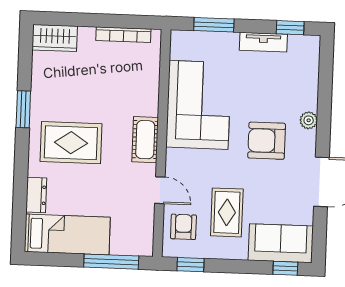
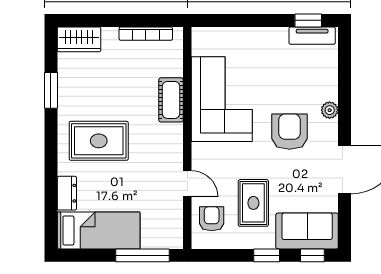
window: (214, 25) -> (234, 20), removed
tv unit: (263, 42) -> (312, 36), moved
window: (23, 109) -> (51, 90), moved
cot: (145, 140) -> (171, 100), moved
armchair: (267, 141) -> (289, 132), turned 90
window: (190, 265) -> (267, 255), moved

